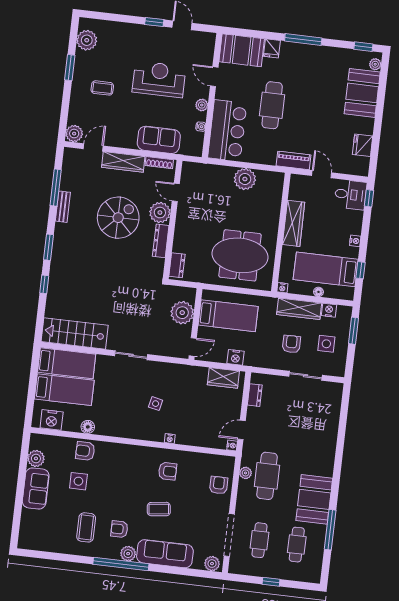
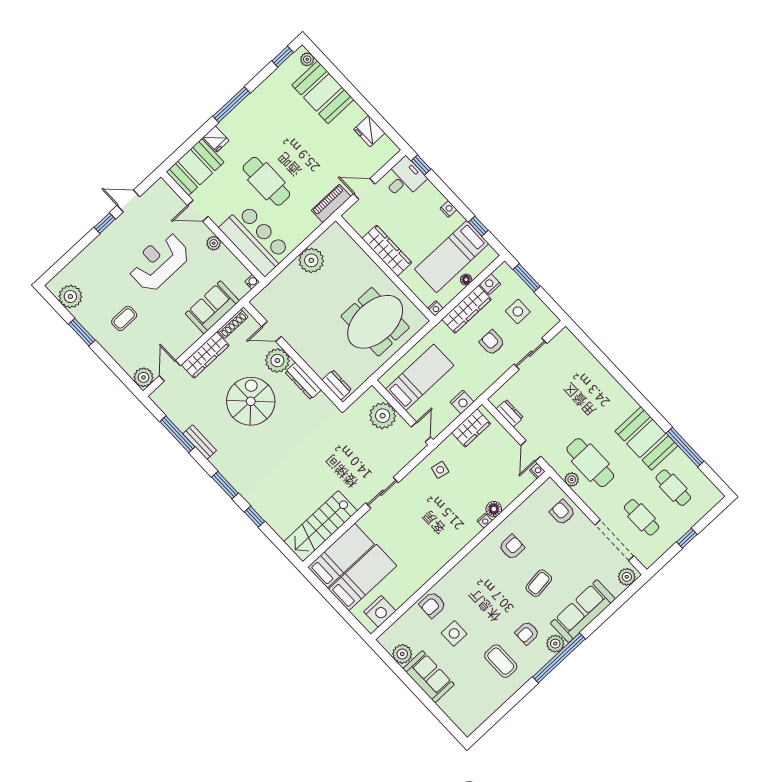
water cooler: (201, 127) -> (252, 282), moved
side table: (156, 404) -> (440, 470), moved
floor lamp: (88, 427) -> (494, 509), moved

